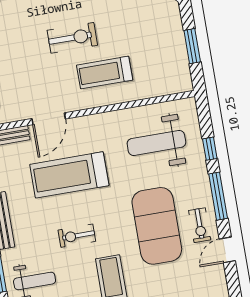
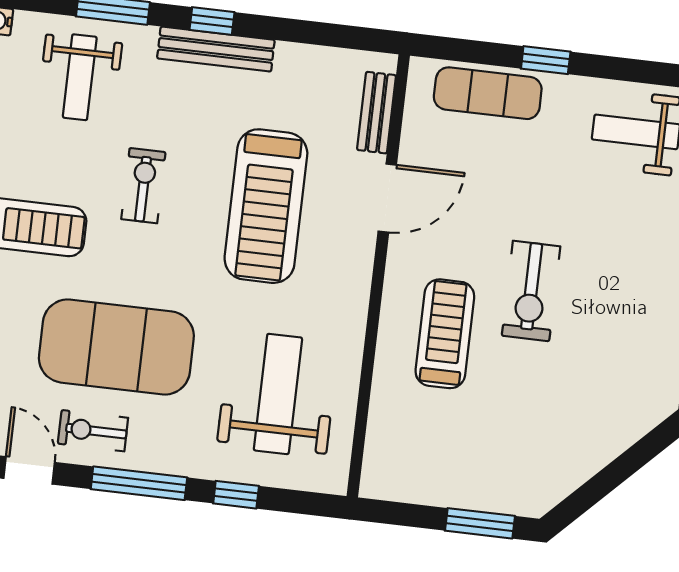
window: (192, 46) -> (480, 523), moved
door: (49, 119) -> (387, 198), swing flipped
treadmill: (69, 175) -> (266, 206), turned 180

